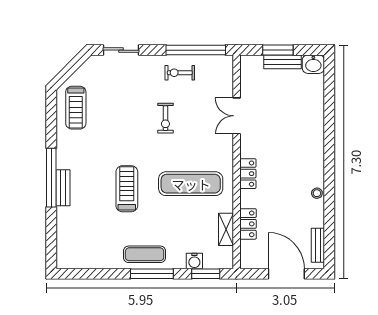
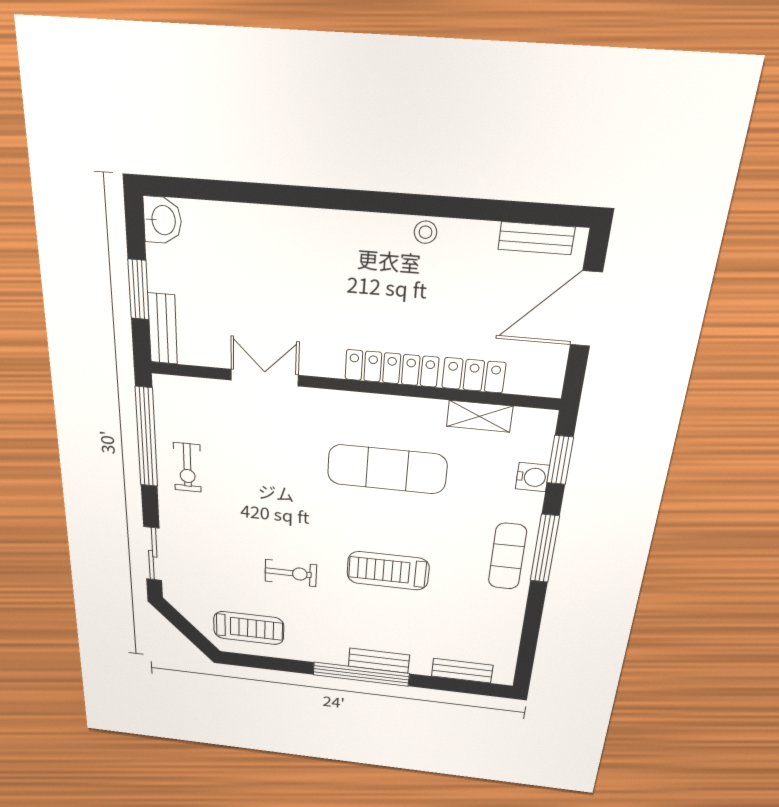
bench: (283, 62) -> (163, 329), moved
double door: (237, 116) -> (265, 378), swing flipped
exercise bike: (165, 118) -> (291, 573), moved
locker: (248, 174) -> (392, 368), width x1.53
exercise mat: (191, 184) -> (387, 469), turned 90
bench: (63, 238) -> (462, 671), added

